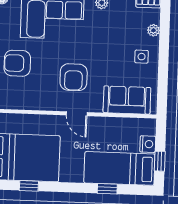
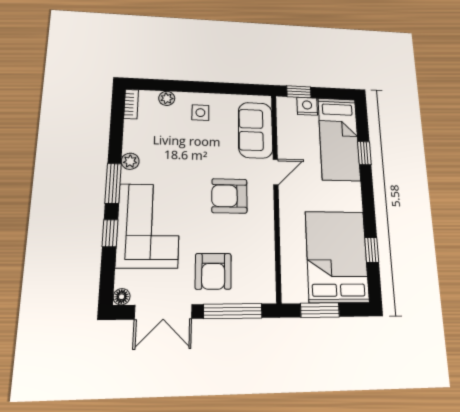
armchair: (74, 77) -> (229, 196), turned 180
door: (77, 114) -> (276, 172), moved
window: (160, 161) -> (299, 92), moved

